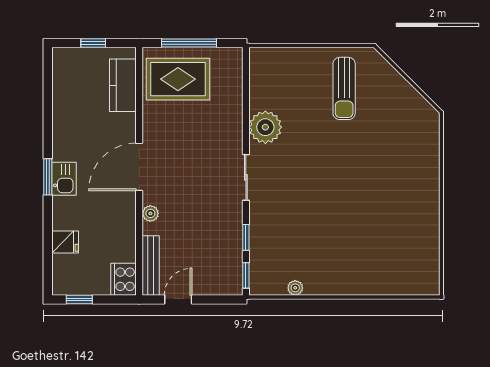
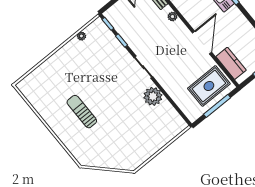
sun lounger: (344, 88) -> (82, 112), moved
door: (139, 167) -> (202, 42), moved

